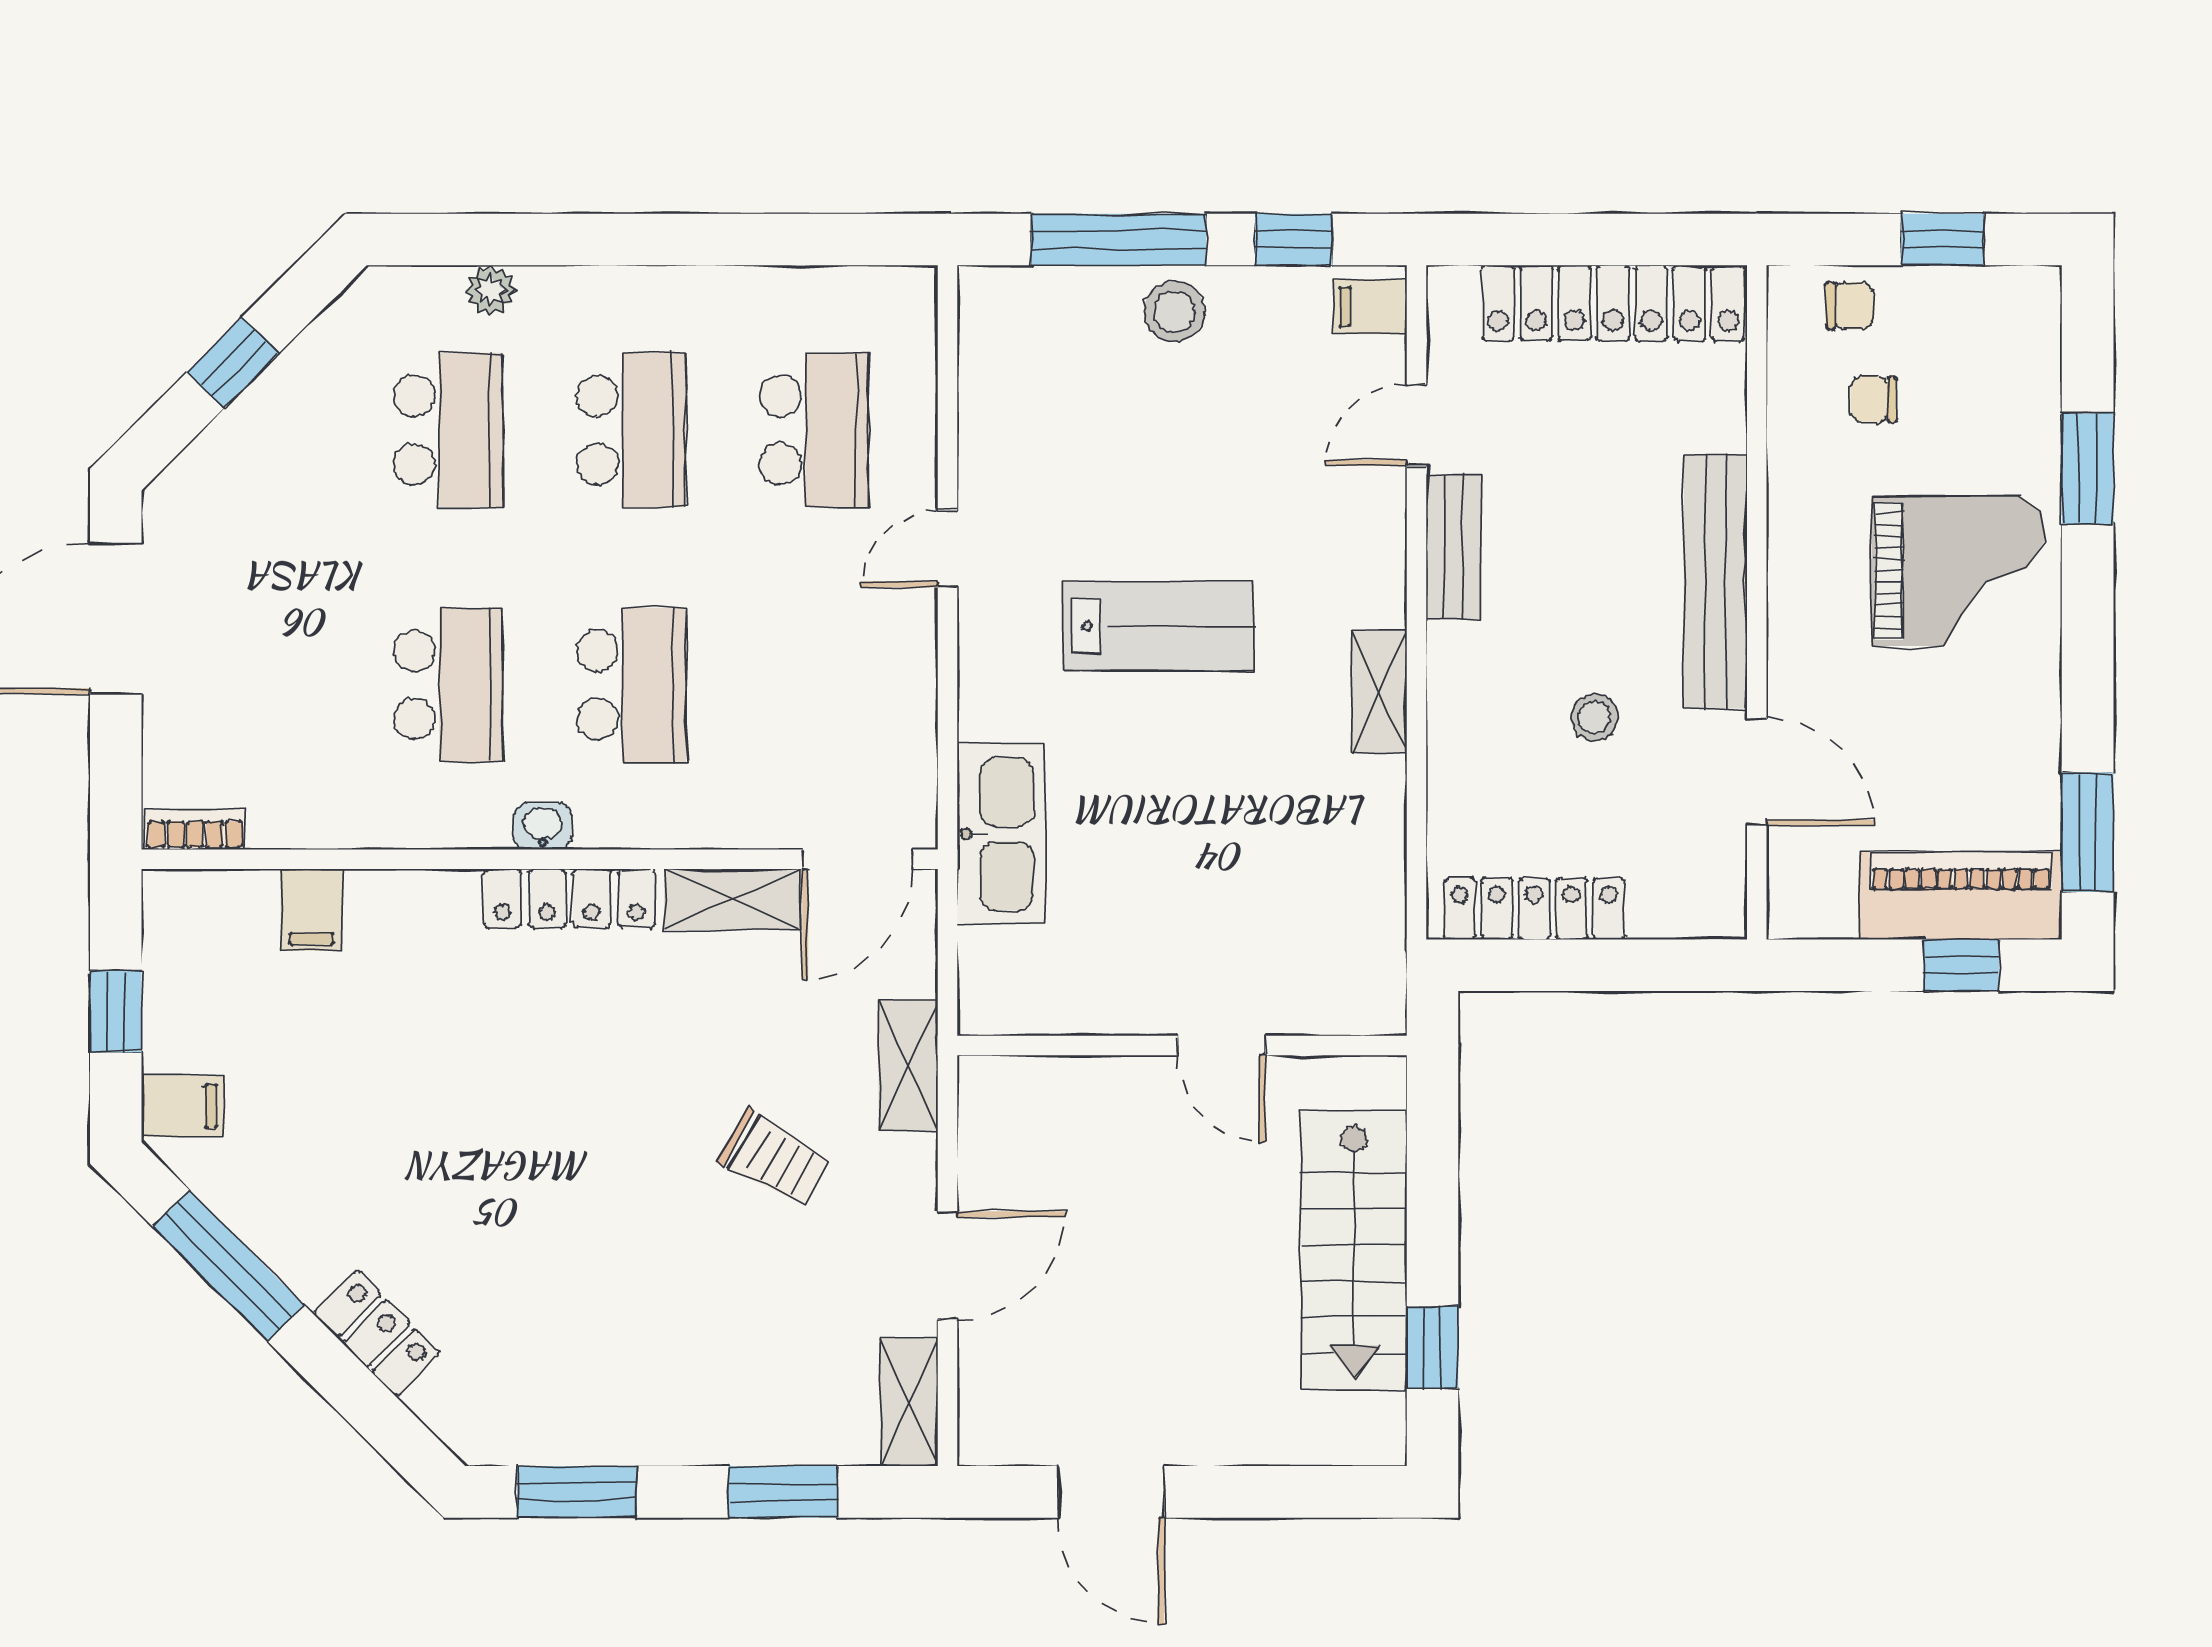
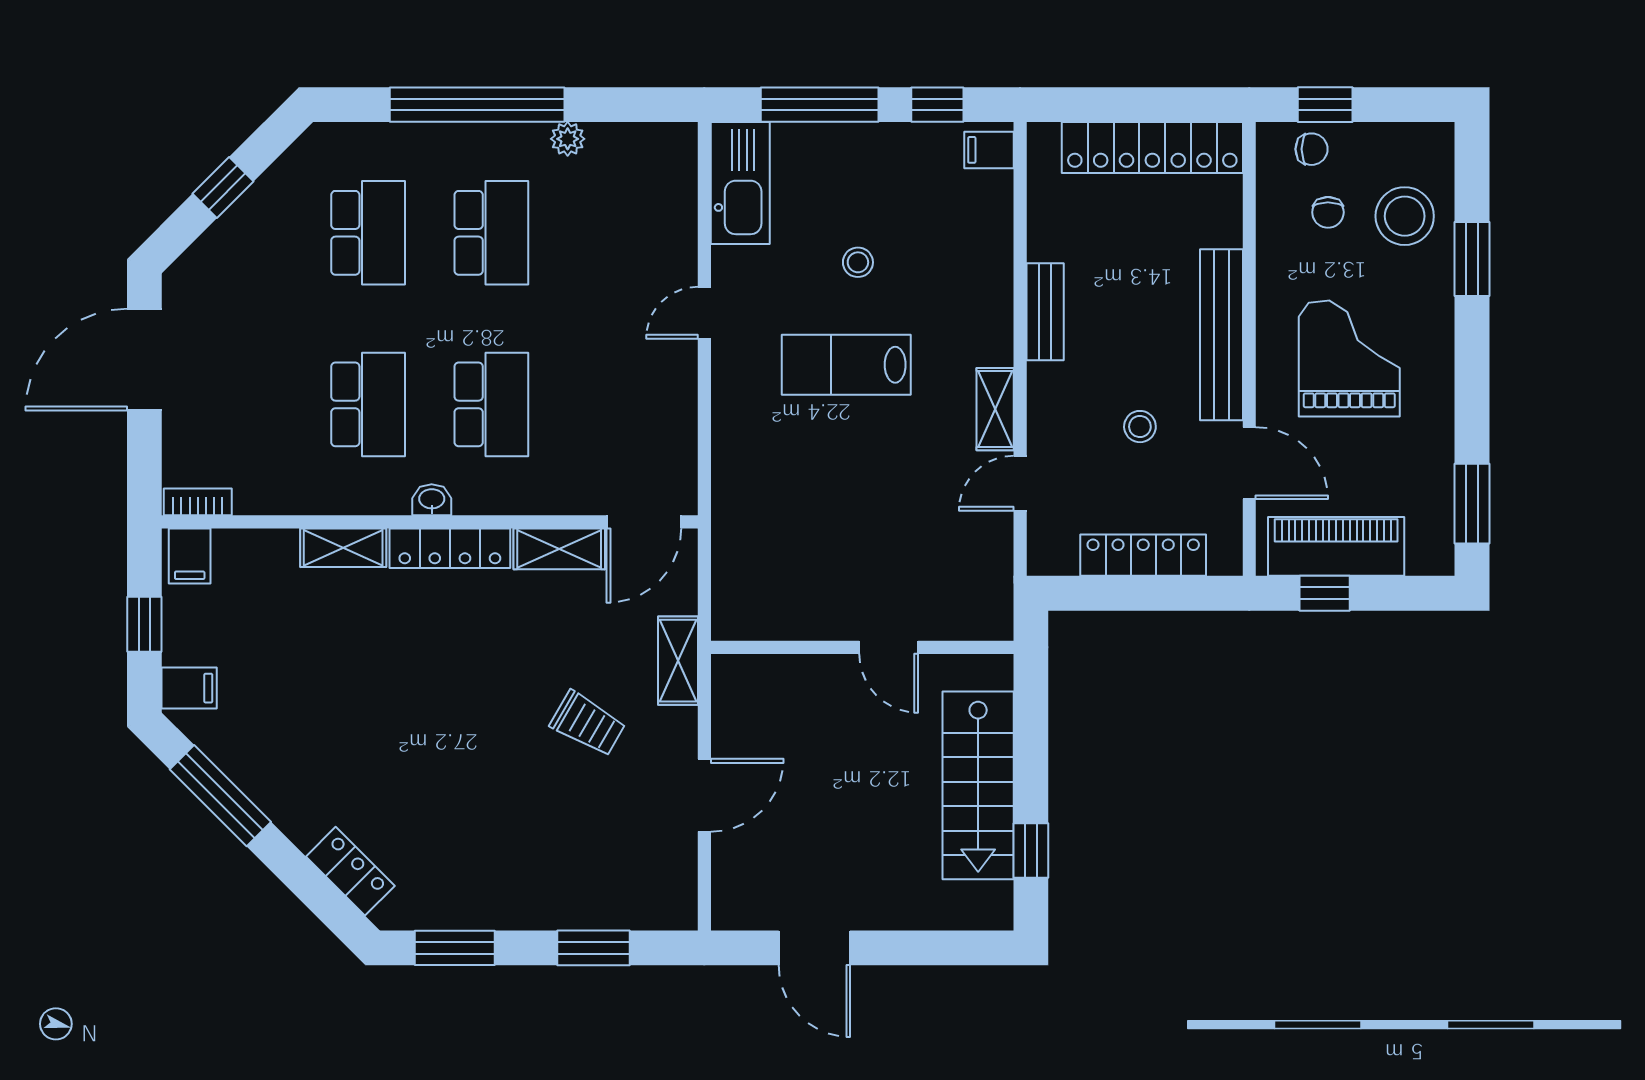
window: (610, 239) -> (477, 105), added
window: (1942, 239) -> (1325, 105), moved
plant: (490, 290) -> (568, 139), moved
stool: (1174, 312) -> (858, 262), moved, width x0.73, depth x0.73
chair: (1874, 400) -> (1328, 212), turned -90
stool: (1988, 405) -> (1405, 216), added
door: (1416, 425) -> (1020, 483), moved
school desk: (814, 430) -> (615, 233), removed
grand piano: (1958, 571) -> (1349, 358), moved, turned -90
lab bench: (1158, 626) -> (846, 365), turned 180
kitchen sink: (1001, 834) -> (740, 183), moved
piano: (1961, 896) -> (1336, 546), moved
locker: (1534, 909) -> (1143, 555), moved
filing cabinet: (311, 910) -> (190, 556), moved
window: (1962, 965) -> (1325, 593), moved
locker: (377, 1333) -> (350, 871), moved
shelving: (909, 1402) -> (343, 548), moved, turned 90

